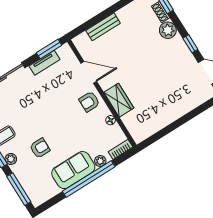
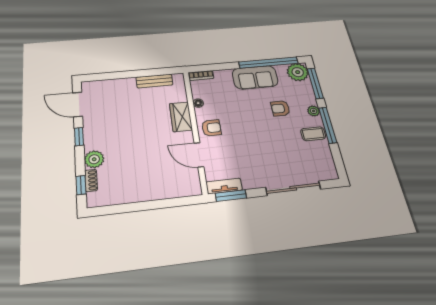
bench: (103, 27) -> (154, 81), moved
tv unit: (44, 63) -> (224, 186), moved
plant: (100, 161) -> (298, 72), moved, width x1.88, depth x1.88
window: (89, 179) -> (269, 63), moved

